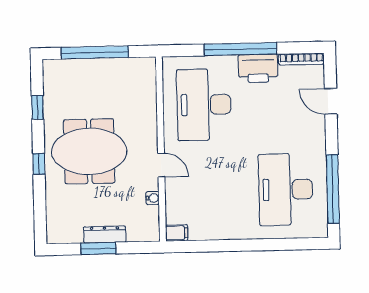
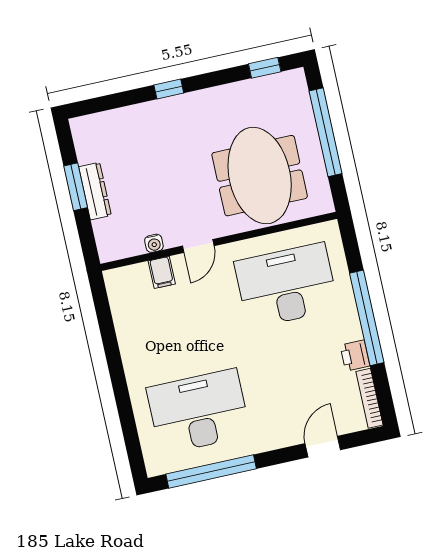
printer: (258, 68) -> (355, 356), width x0.53, depth x0.68
window: (38, 107) -> (265, 68), moved
meeting table: (89, 151) -> (260, 176), moved
filing cabinet: (177, 233) -> (162, 272), moved

